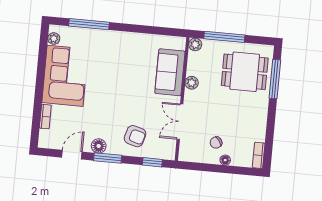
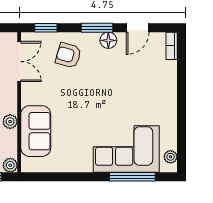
corner sofa: (65, 76) -> (126, 149), moved, turned 90
bookcase: (45, 117) -> (172, 46), moved
double door: (180, 122) -> (19, 62), moved

